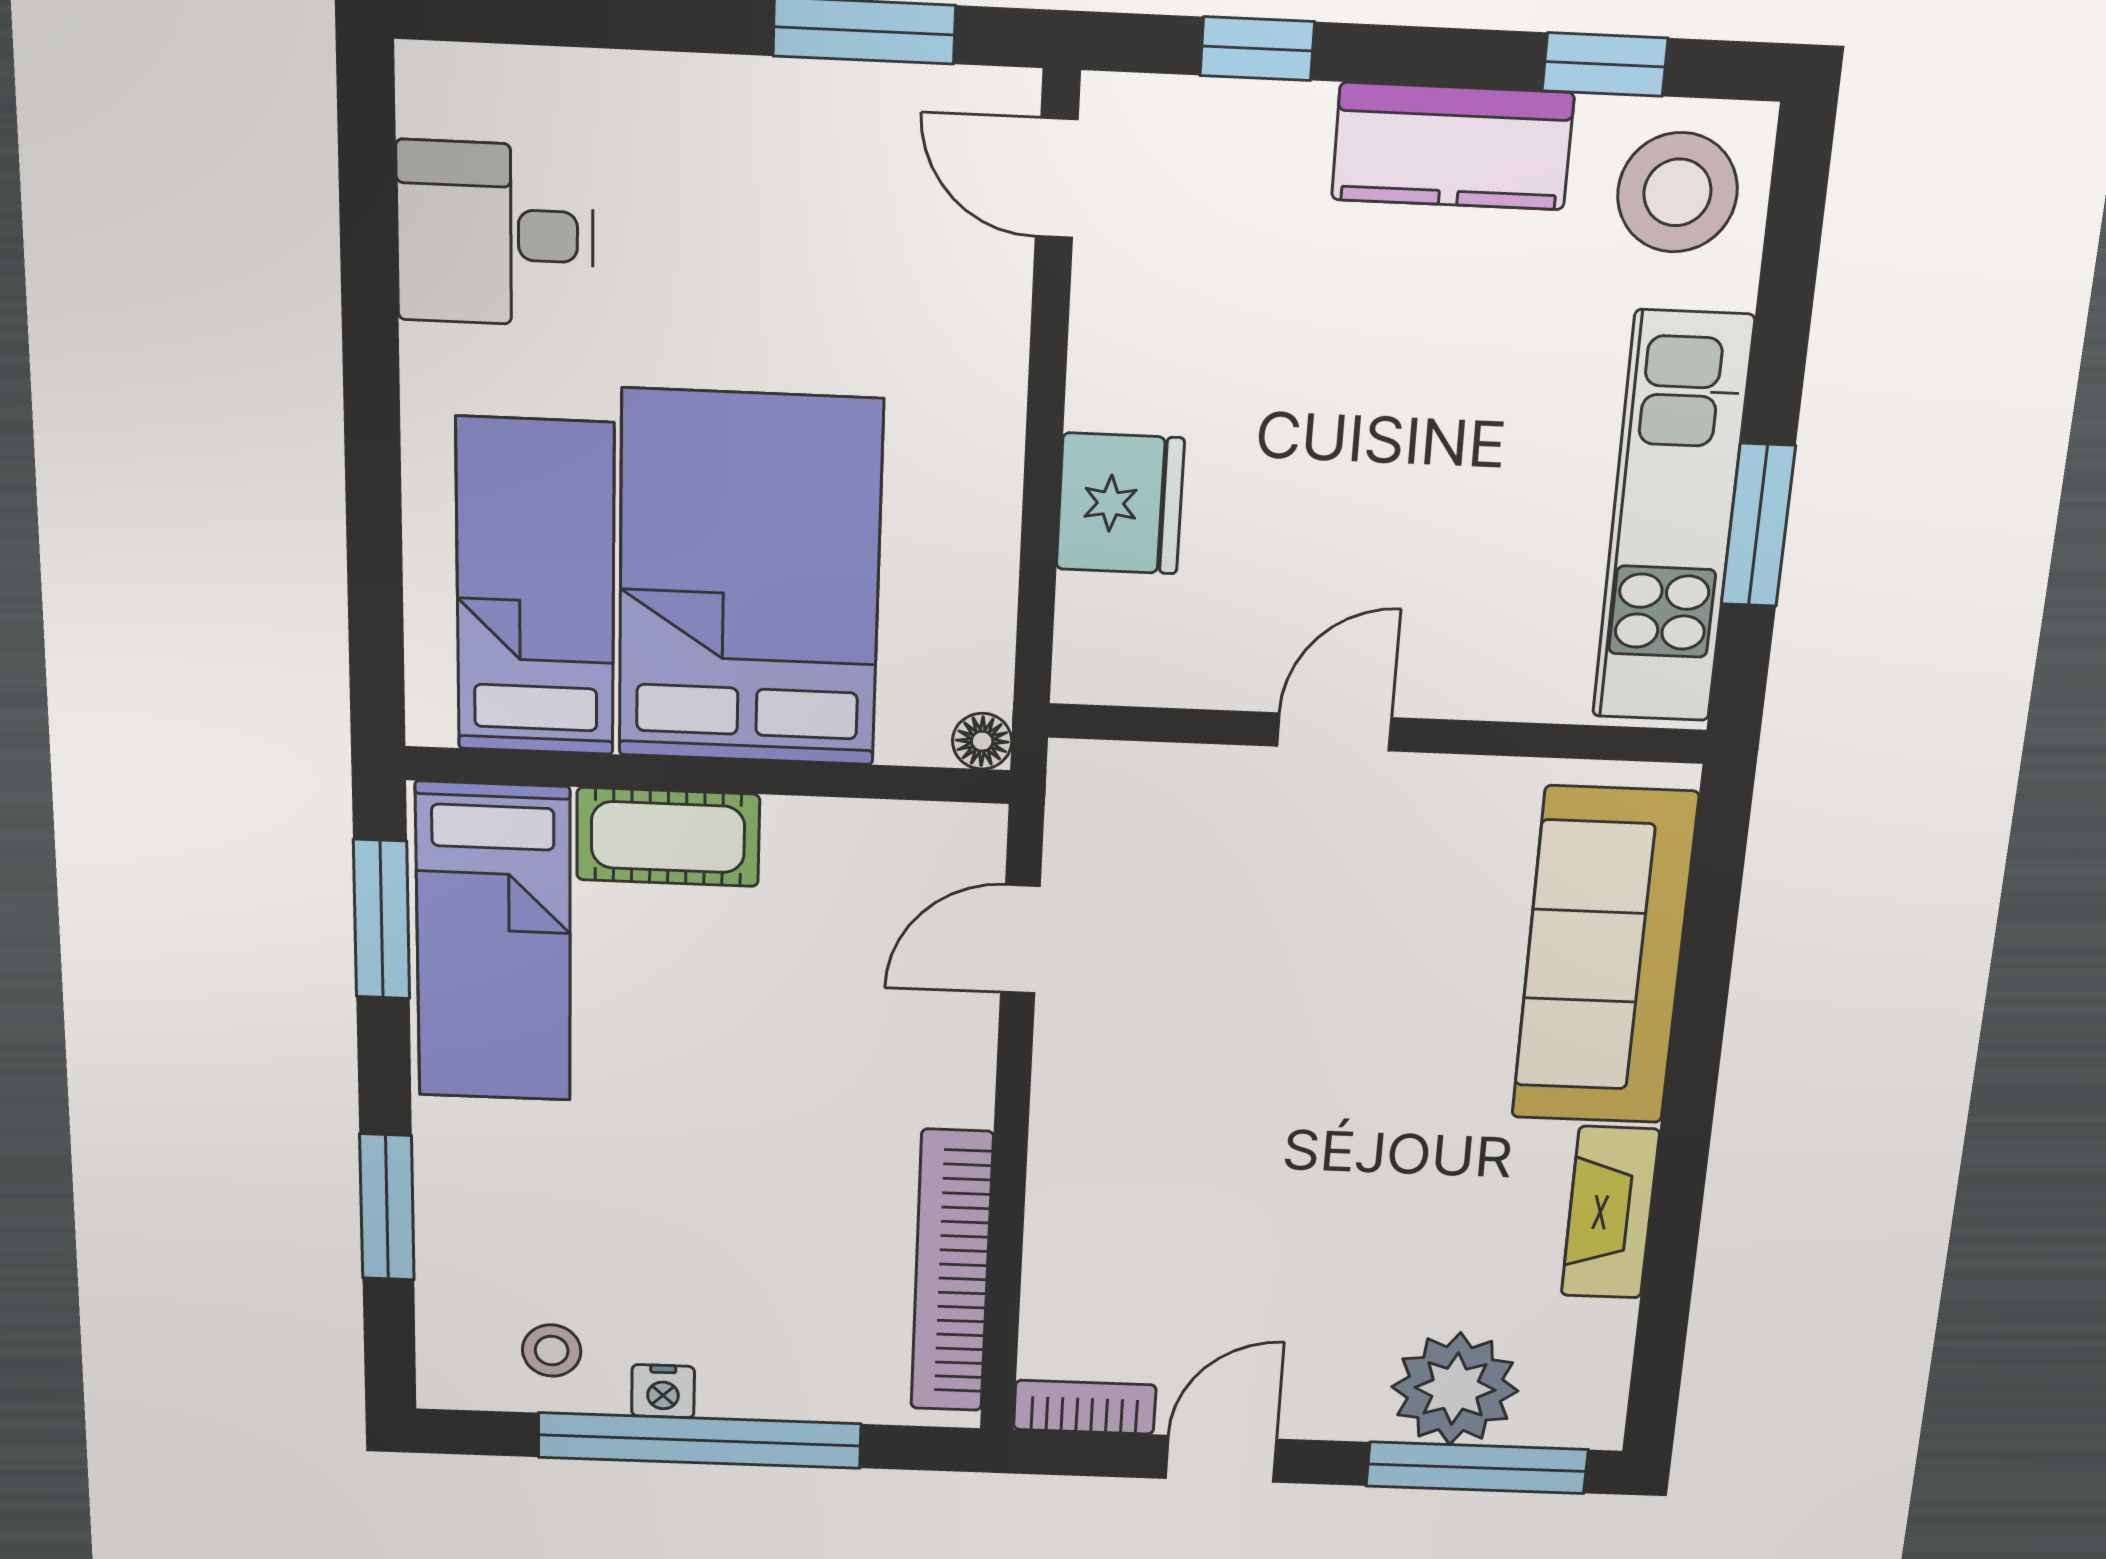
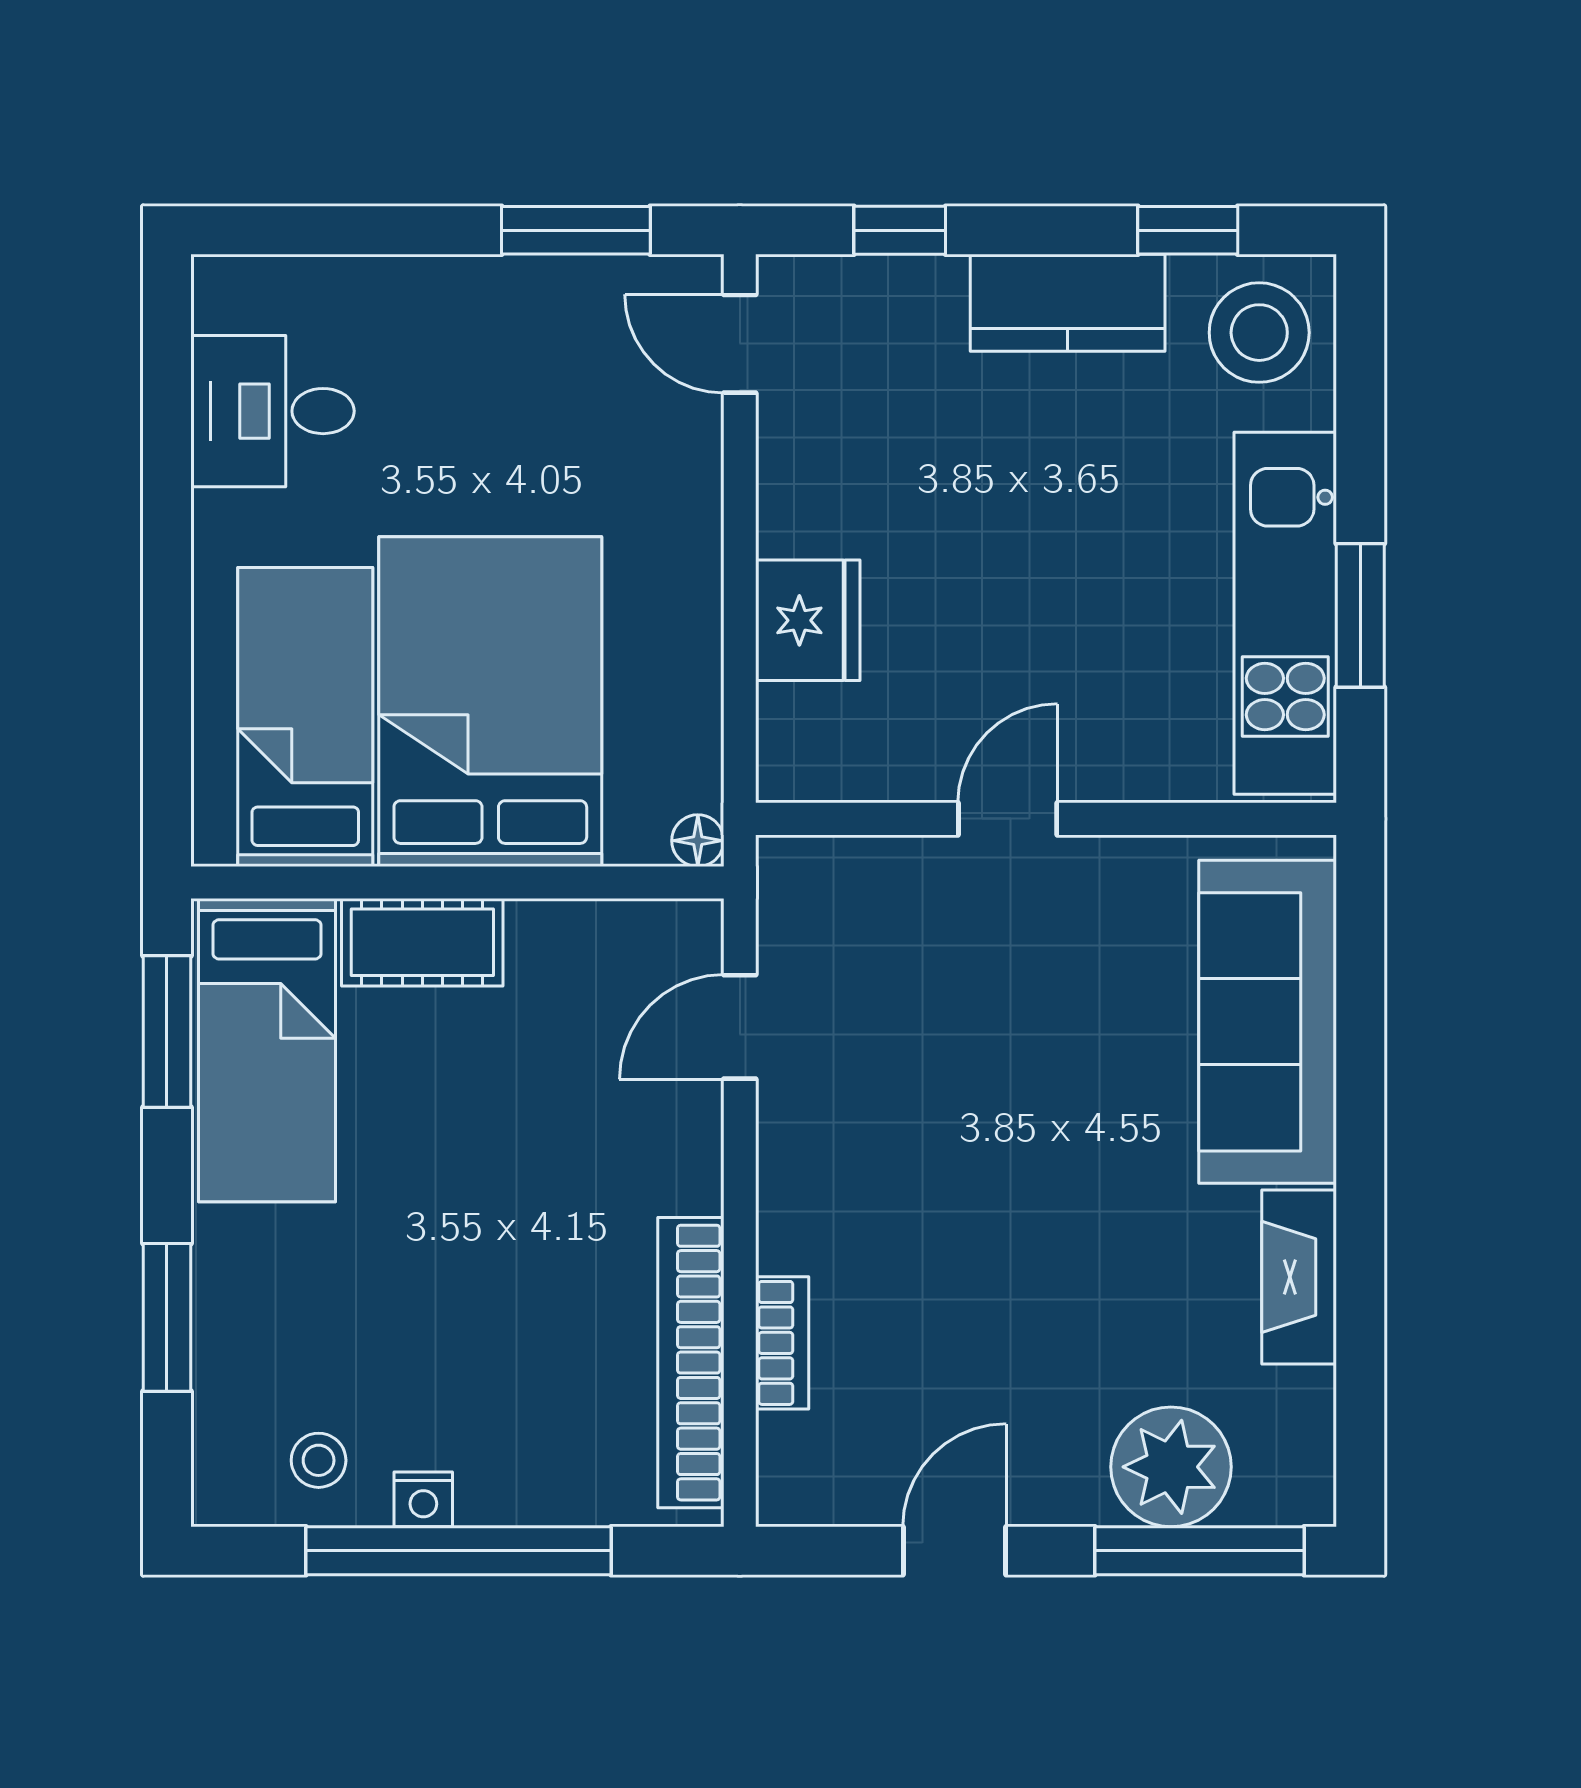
bookcase: (1085, 1407) -> (782, 1343), moved, turned 90

